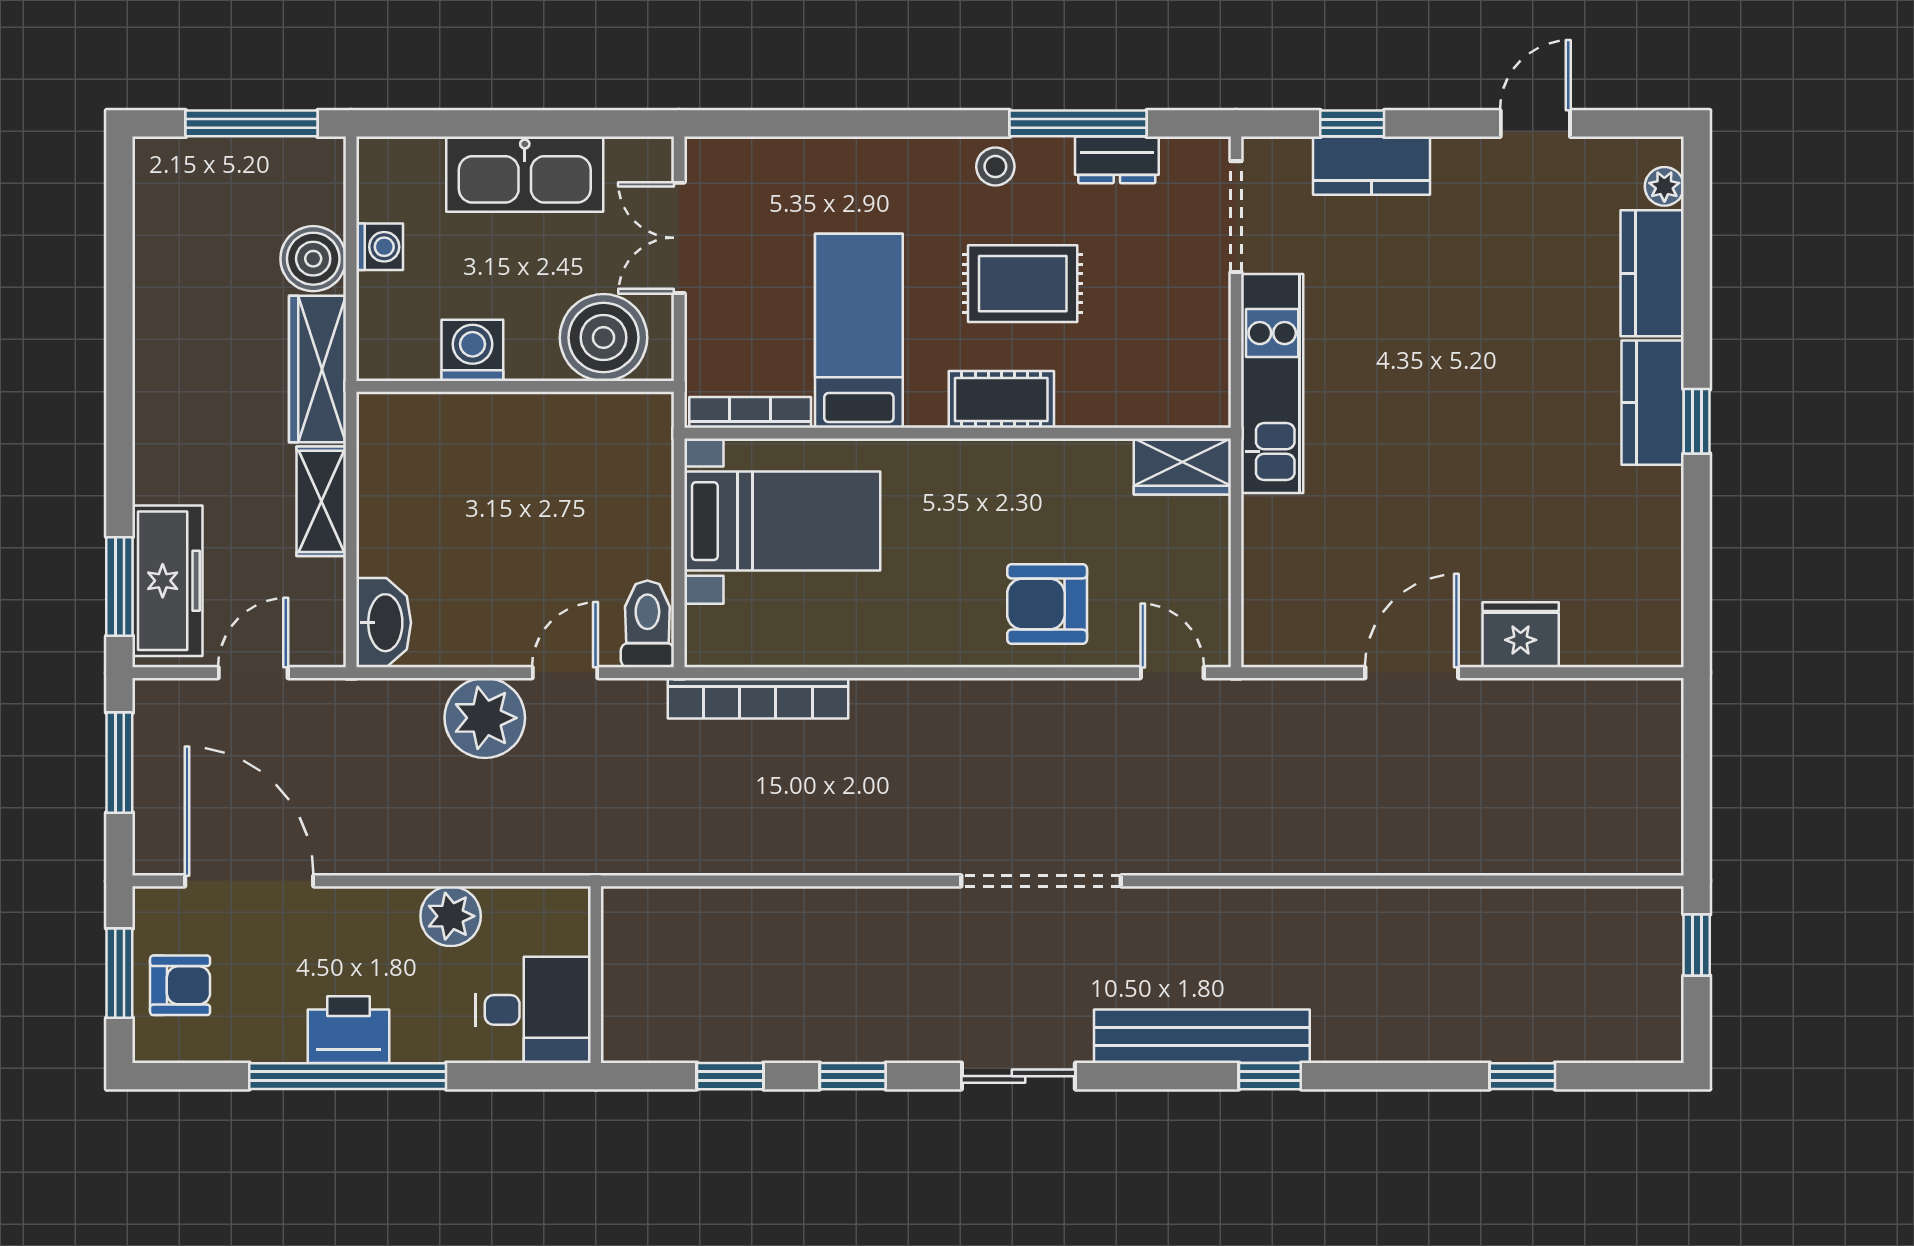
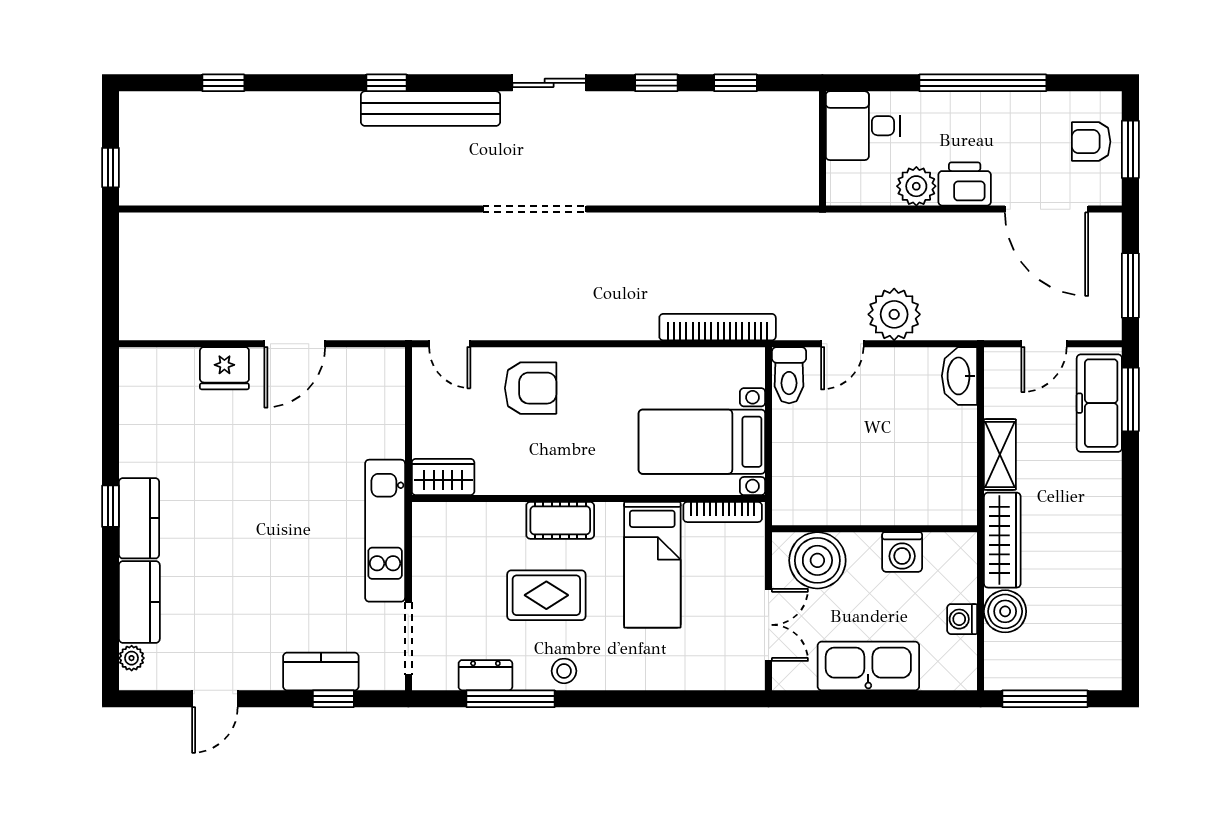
printer: (349, 1030) -> (965, 184), moved, turned 180

